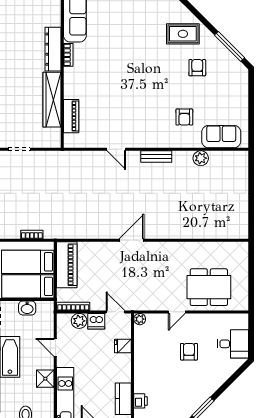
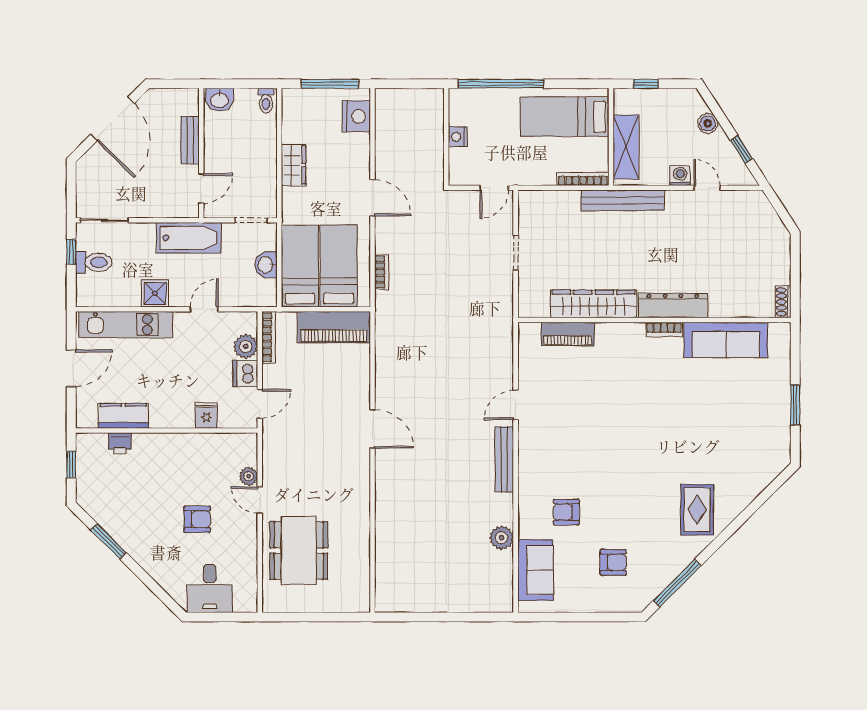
armchair: (197, 68) -> (613, 562), moved
bench: (156, 157) -> (504, 459), width x1.36
plant: (140, 319) -> (249, 476), moved

